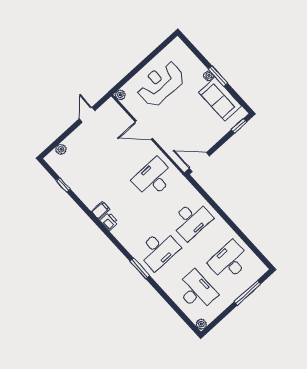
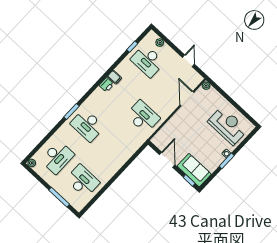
reception desk: (160, 84) -> (228, 126), moved
sofa: (220, 99) -> (194, 170), moved, turned 90
door: (87, 115) -> (188, 61), hinge flipped
door: (144, 130) -> (187, 99), moved
door: (199, 162) -> (167, 160), moved
desk: (191, 220) -> (148, 61), moved

